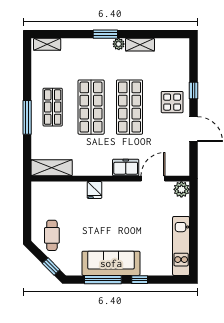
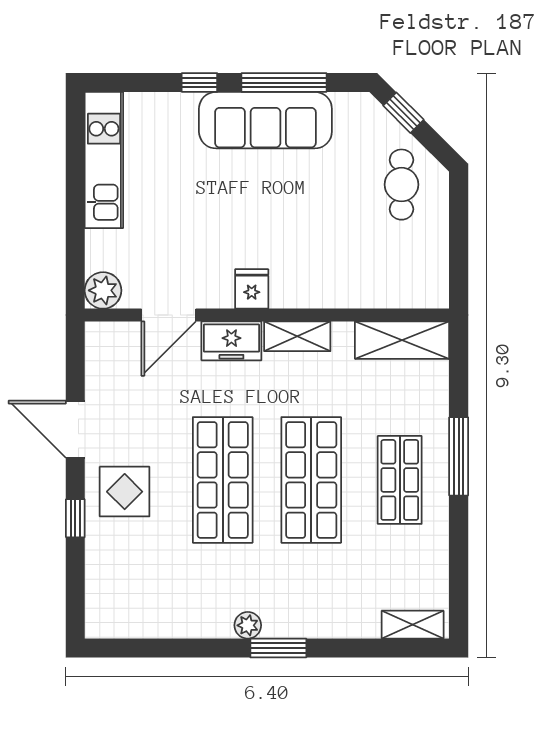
shelving: (140, 45) -> (297, 336), moved
fridge: (94, 190) -> (252, 289), moved

